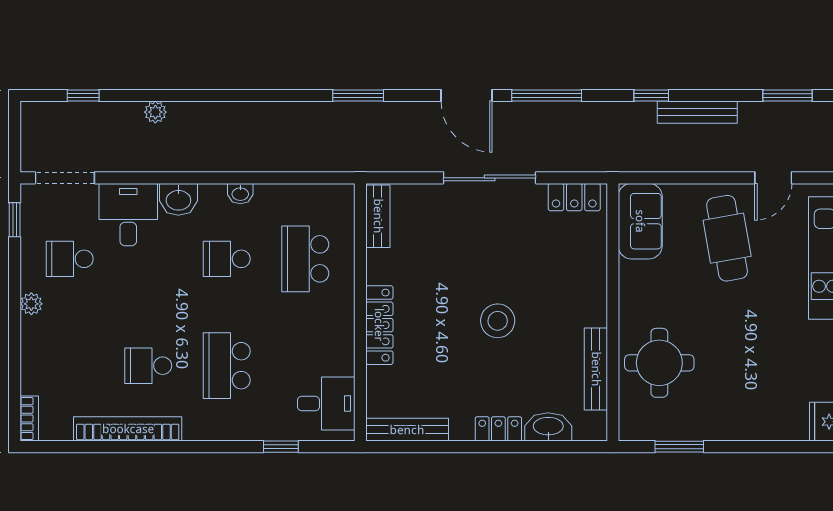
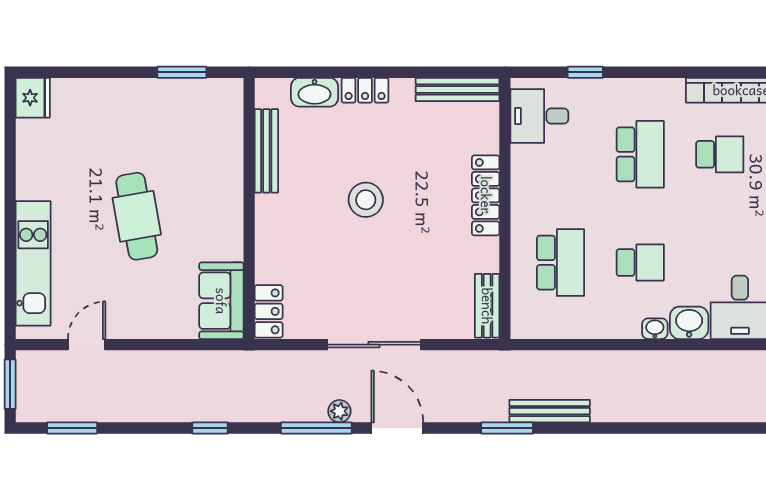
plant: (155, 112) -> (339, 411), moved
bench: (697, 112) -> (550, 411), moved
washbasin: (240, 194) -> (655, 329), moved
locker: (574, 197) -> (269, 311), moved, turned 90
cafe table: (727, 238) -> (137, 216), moved
round table: (659, 363) -> (202, 157), removed

